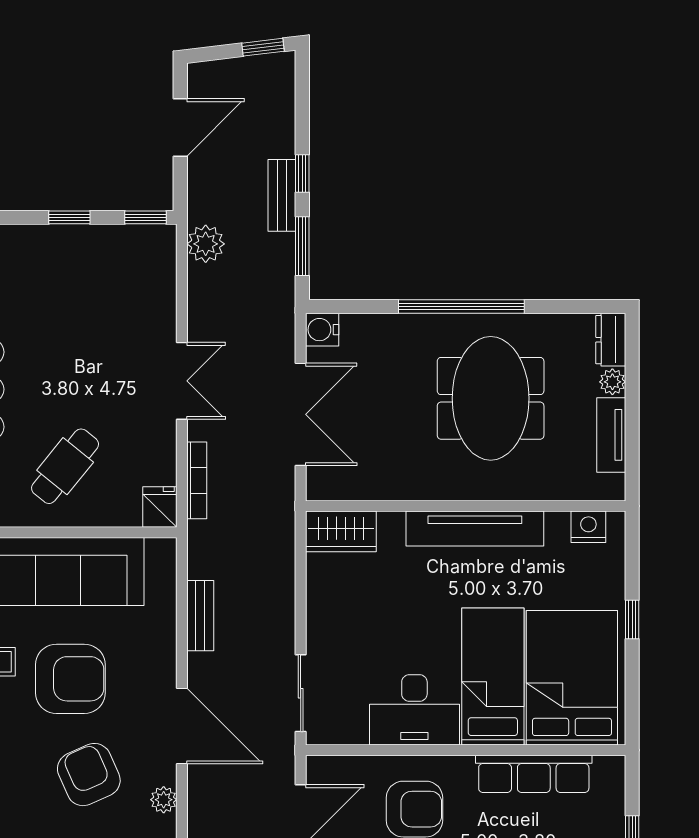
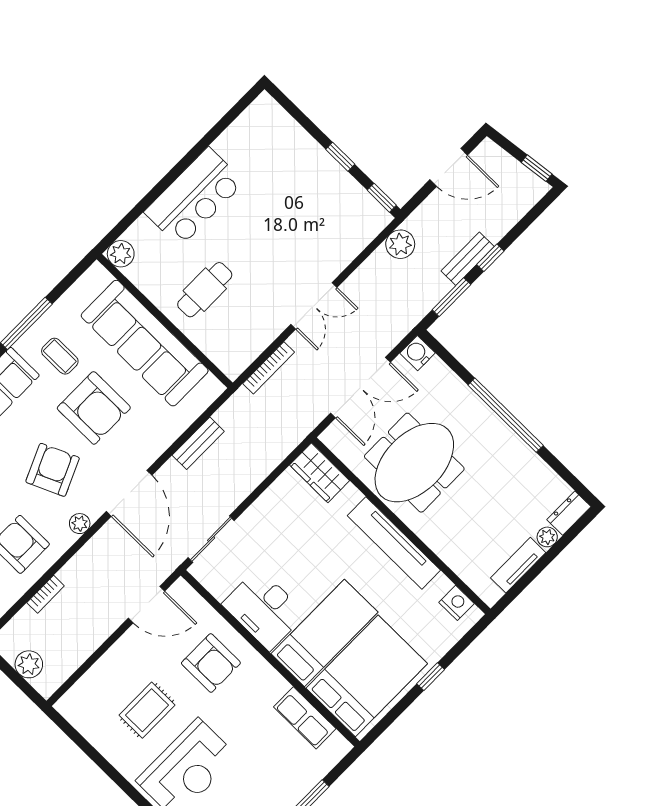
meeting table: (491, 398) -> (414, 463), moved
cafe table: (65, 466) -> (205, 290), turned -39
fridge: (160, 507) -> (234, 363), removed
row of seats: (534, 774) -> (305, 718), width x0.68

